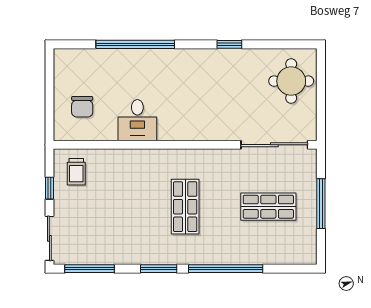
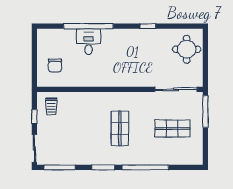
desk: (137, 120) -> (89, 42), moved, turned 180
window: (321, 204) -> (205, 112), moved

